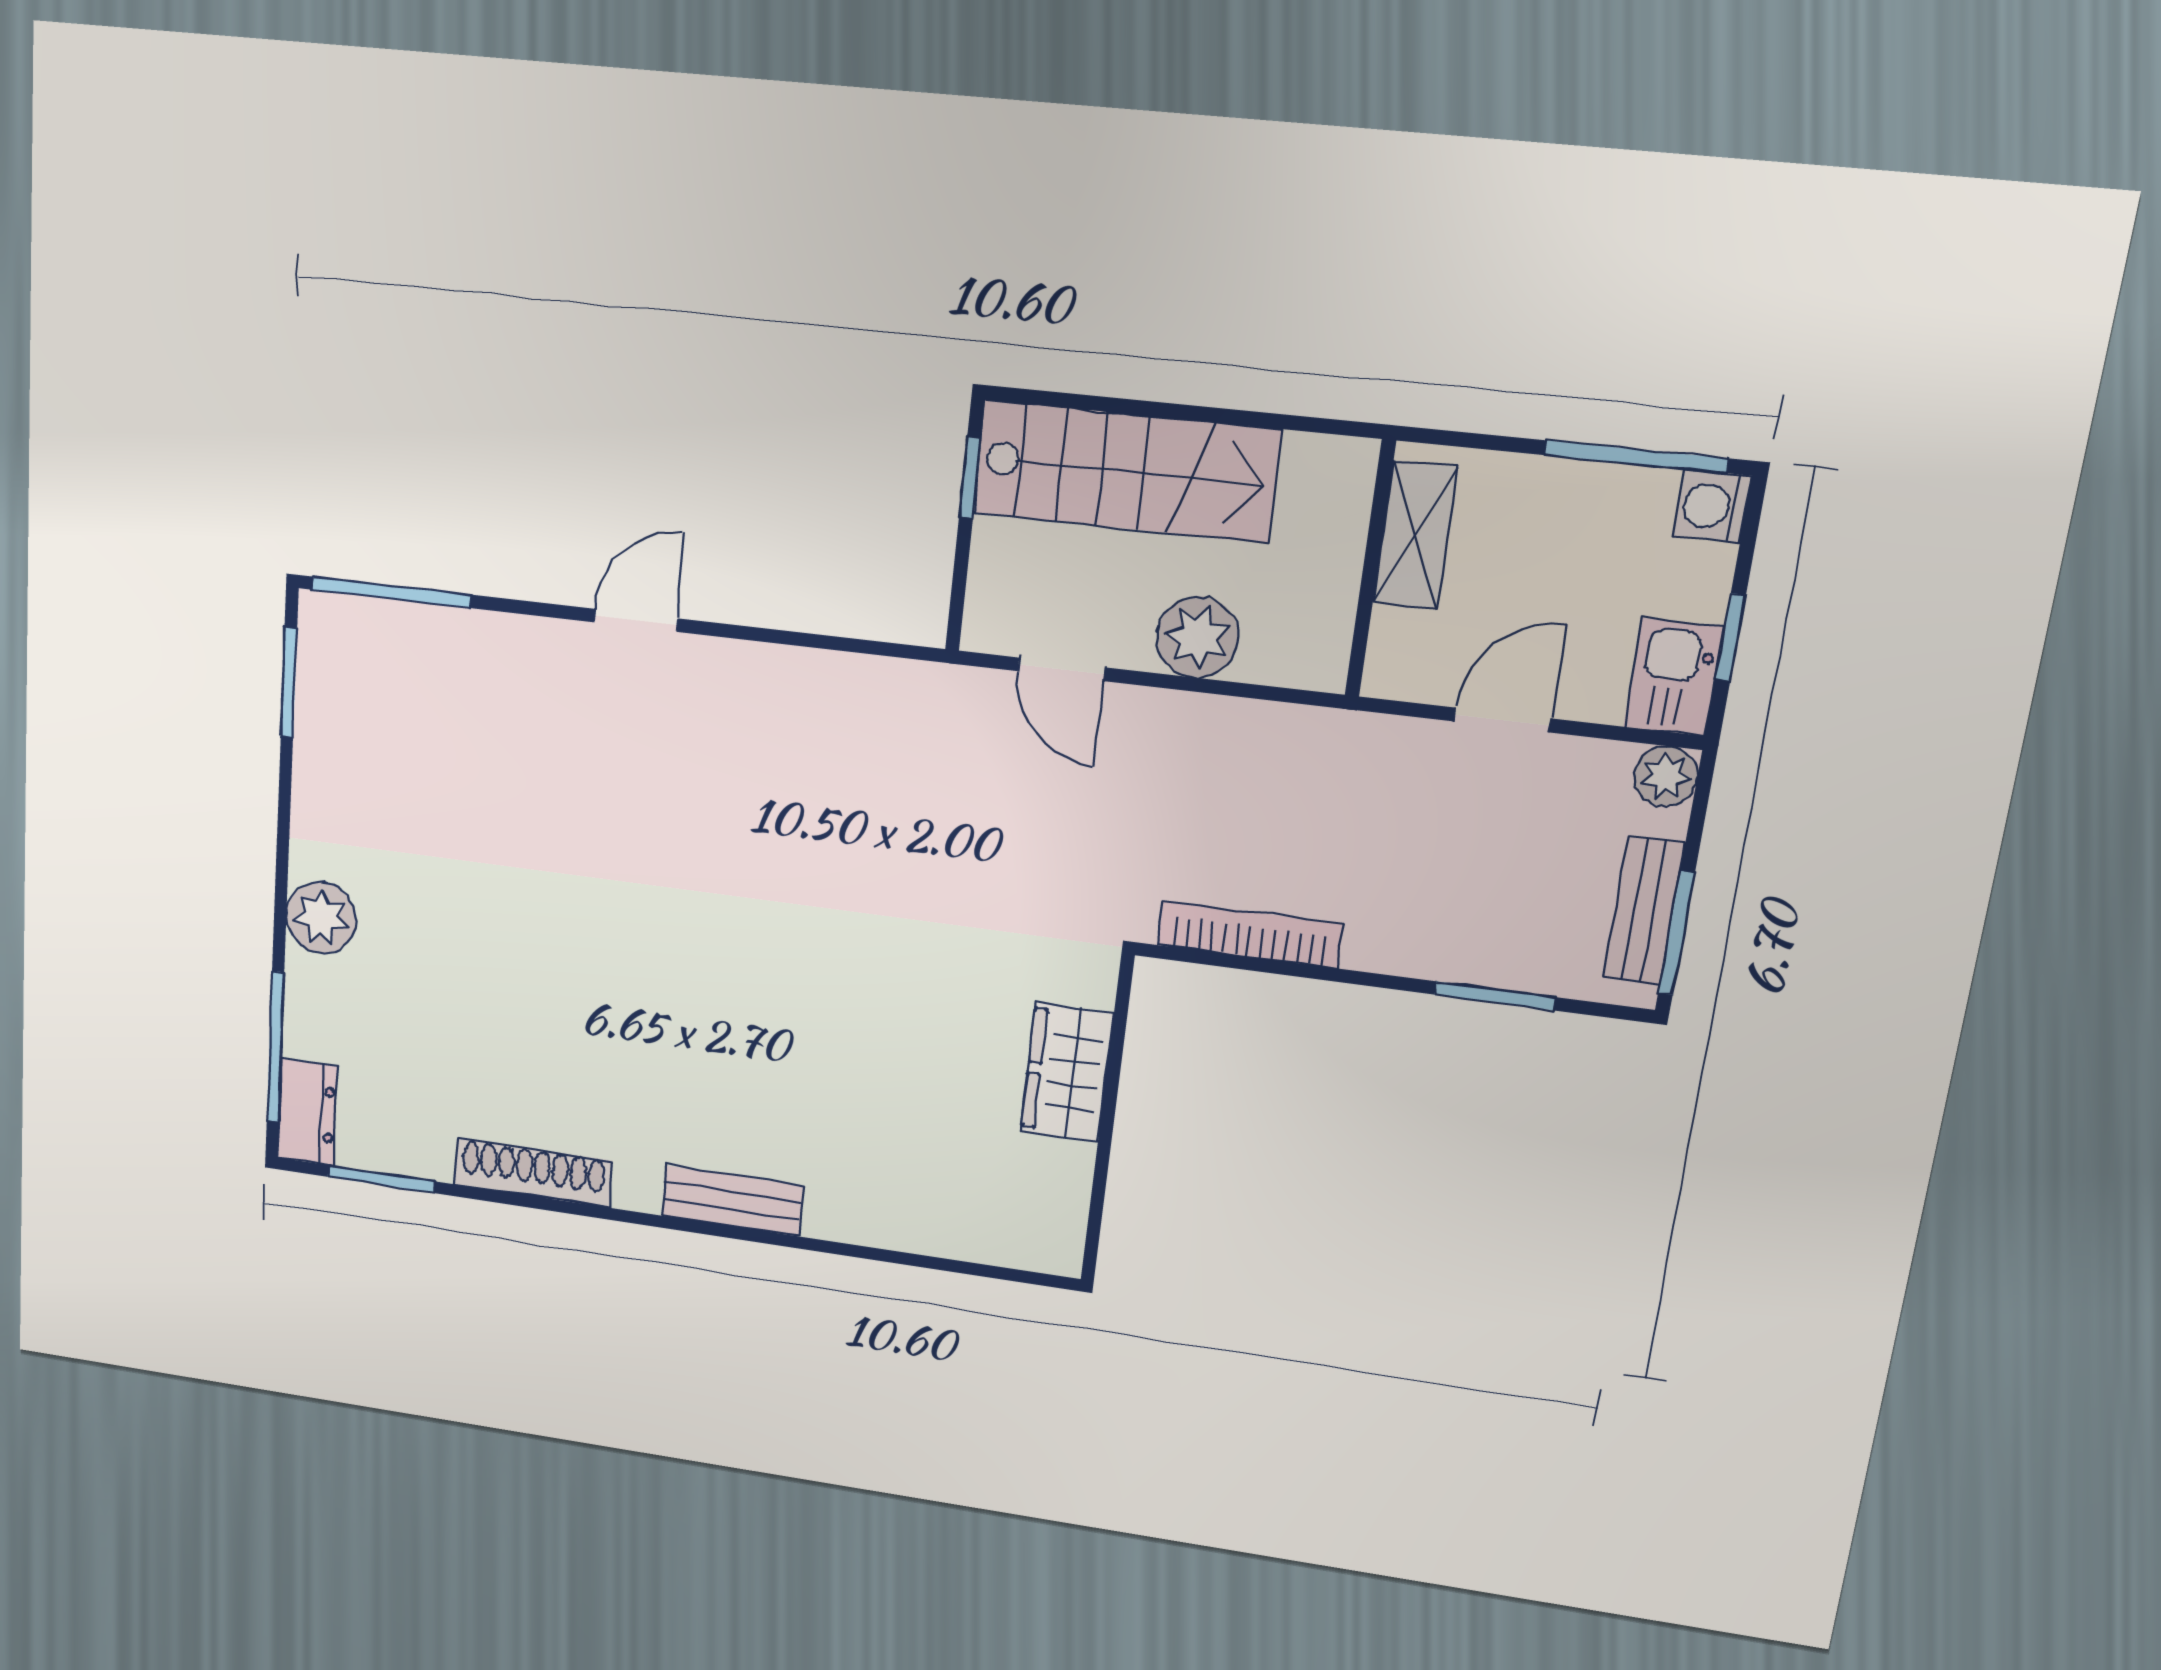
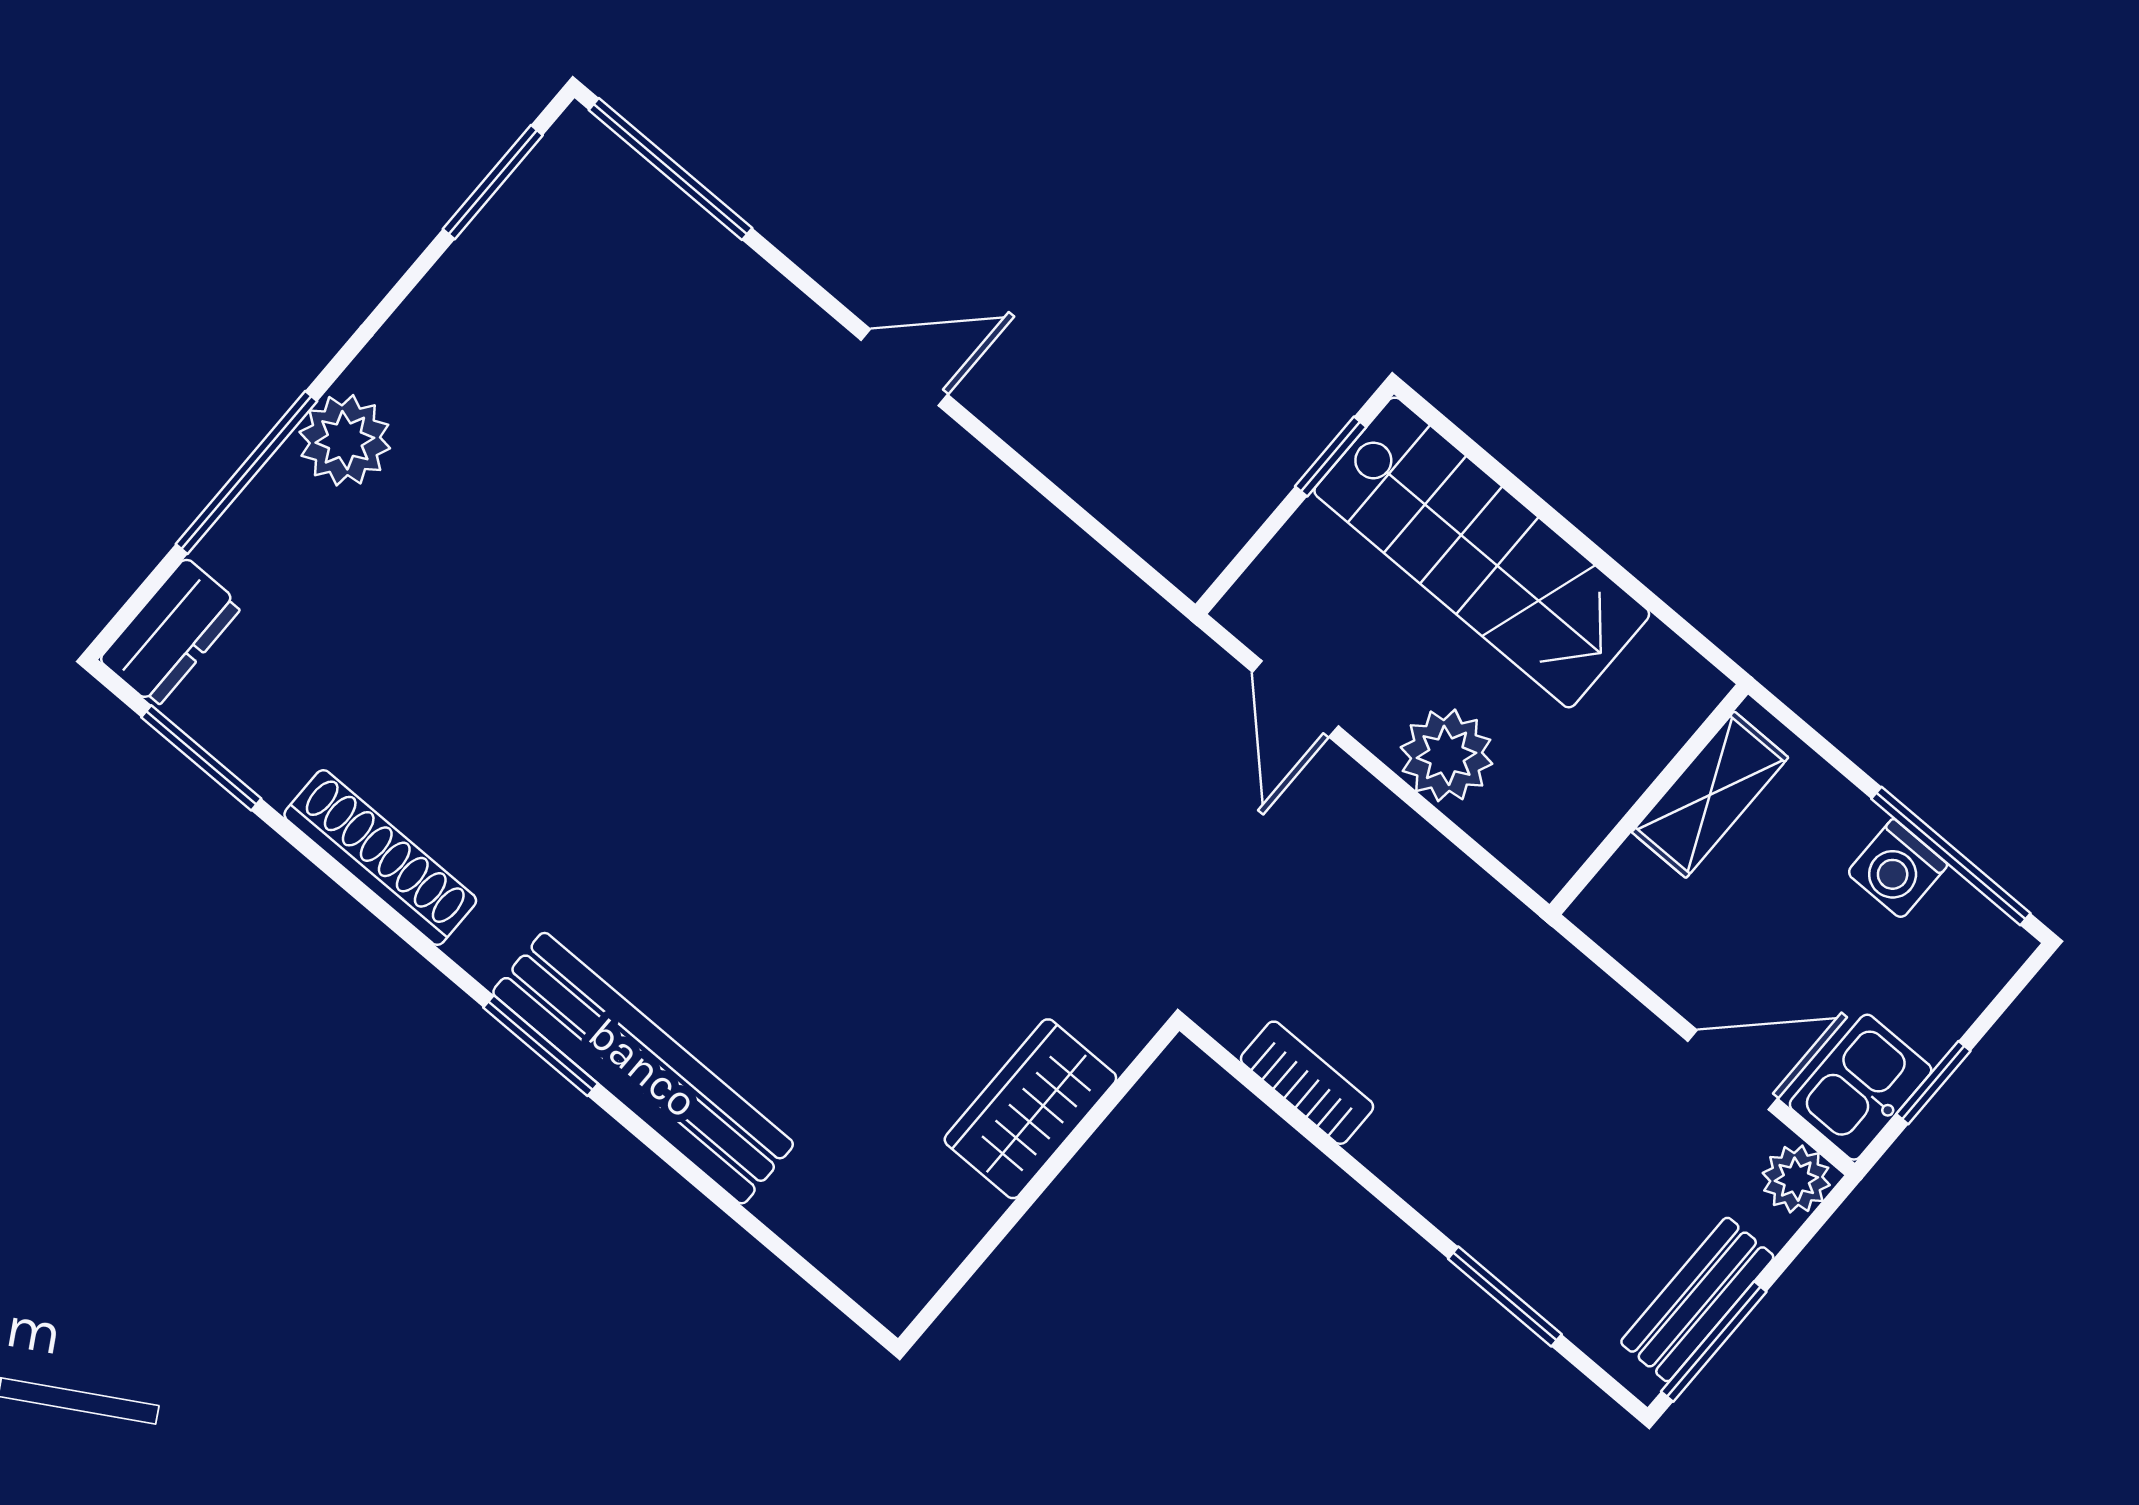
washing machine: (1712, 506) -> (1897, 869), moved, turned -90
door: (1502, 720) -> (1733, 1070), moved
bookcase: (1250, 935) -> (1307, 1083), width x0.64
window: (275, 1047) -> (246, 473), moved
bench: (732, 1201) -> (643, 1068), width x1.86, depth x1.21
window: (717, 1230) -> (541, 1046), added

